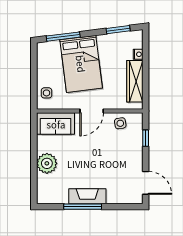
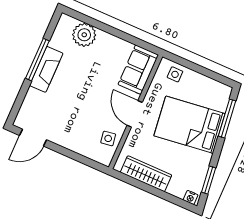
nightstand: (138, 54) -> (191, 198), moved
window: (146, 138) -> (81, 159), removed
plant: (47, 163) -> (84, 35), moved

